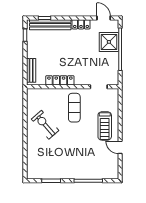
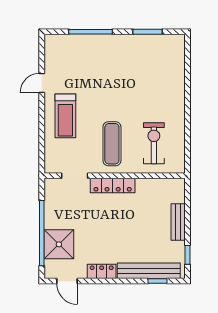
bench: (31, 70) -> (178, 222), moved
locker: (60, 80) -> (113, 186), moved
exercise bike: (45, 125) -> (154, 143), moved, turned -139
treadmill: (105, 126) -> (65, 116), turned 180
door: (120, 147) -> (42, 83), swing flipped

